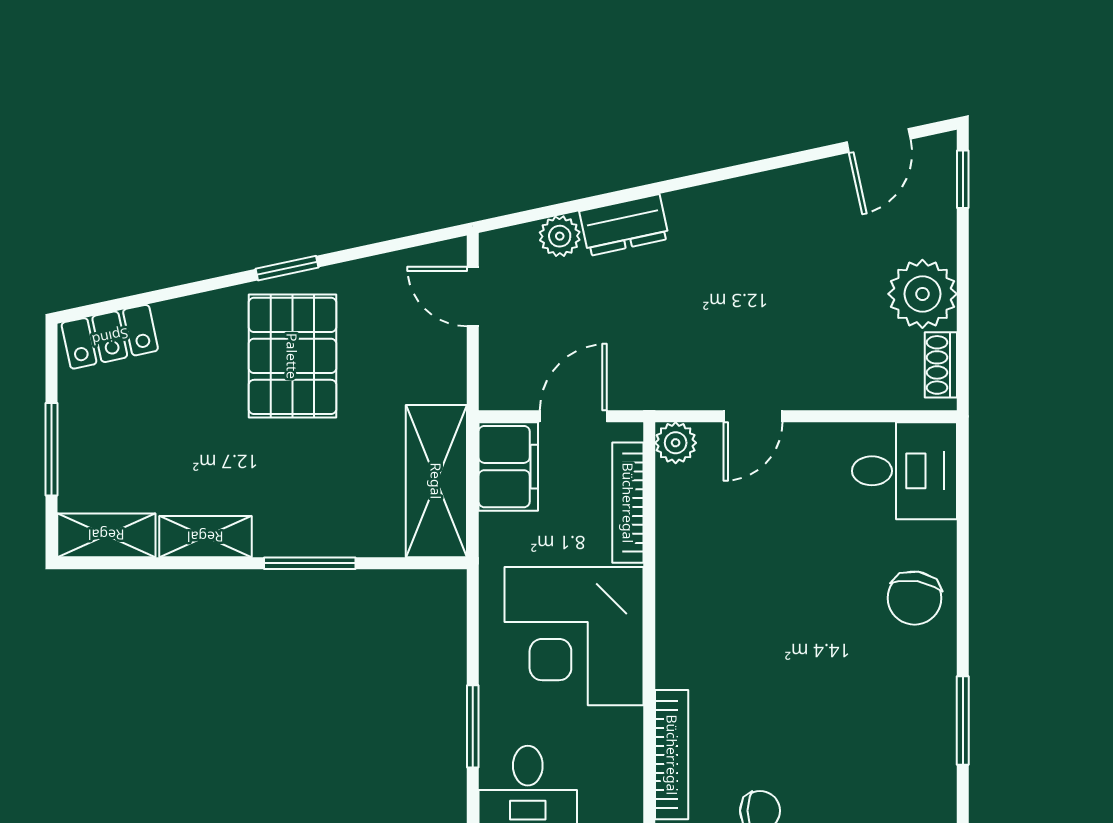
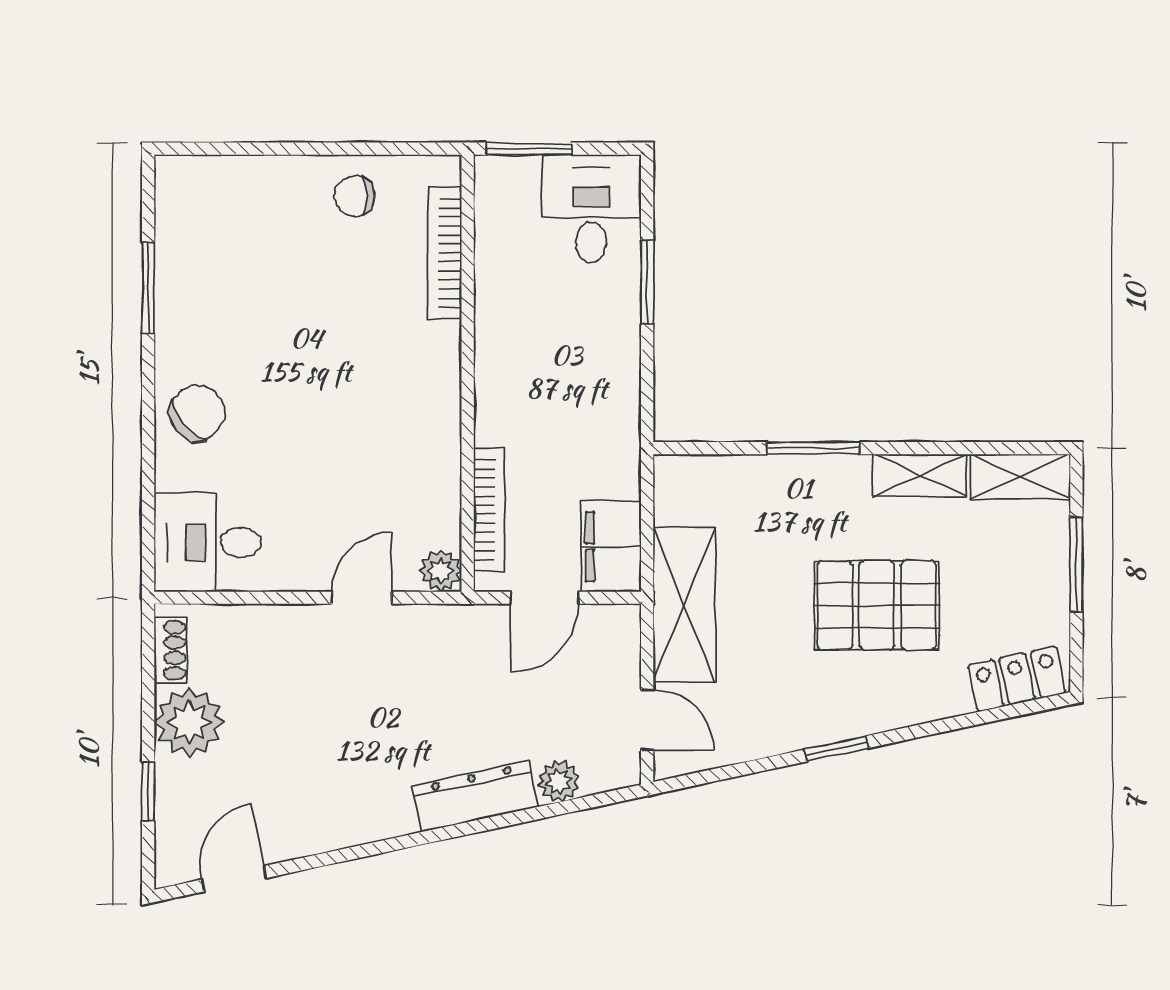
window: (963, 179) -> (148, 791), moved
dresser: (624, 225) -> (475, 796), width x1.44
pallet: (292, 356) -> (877, 605), moved, turned 90
shelving: (436, 481) -> (684, 605), moved
chair: (915, 598) -> (197, 413), turned 41
corner desk: (574, 636) -> (544, 374), removed

